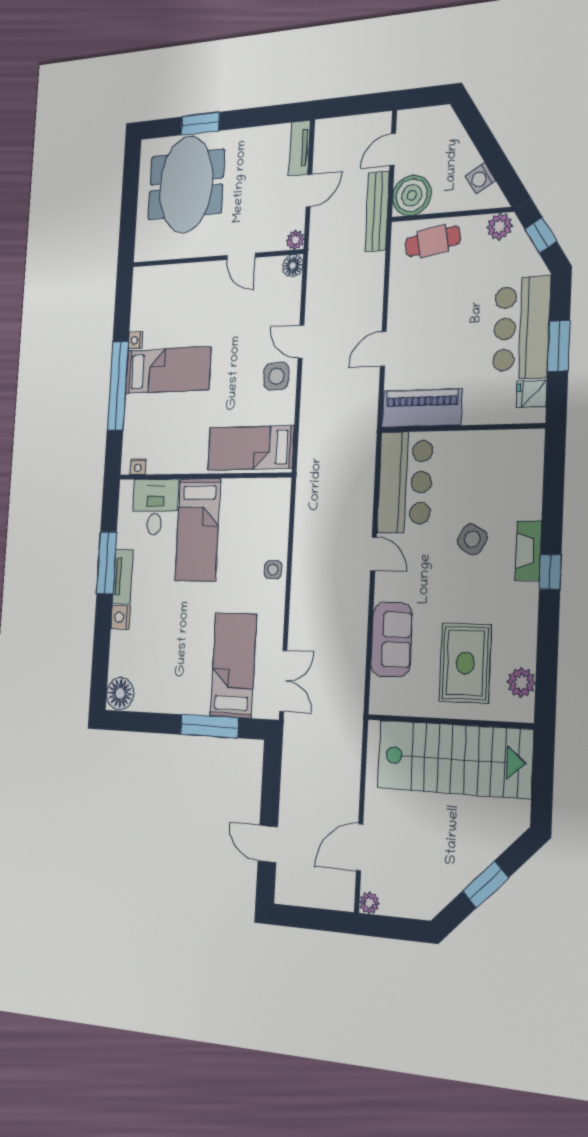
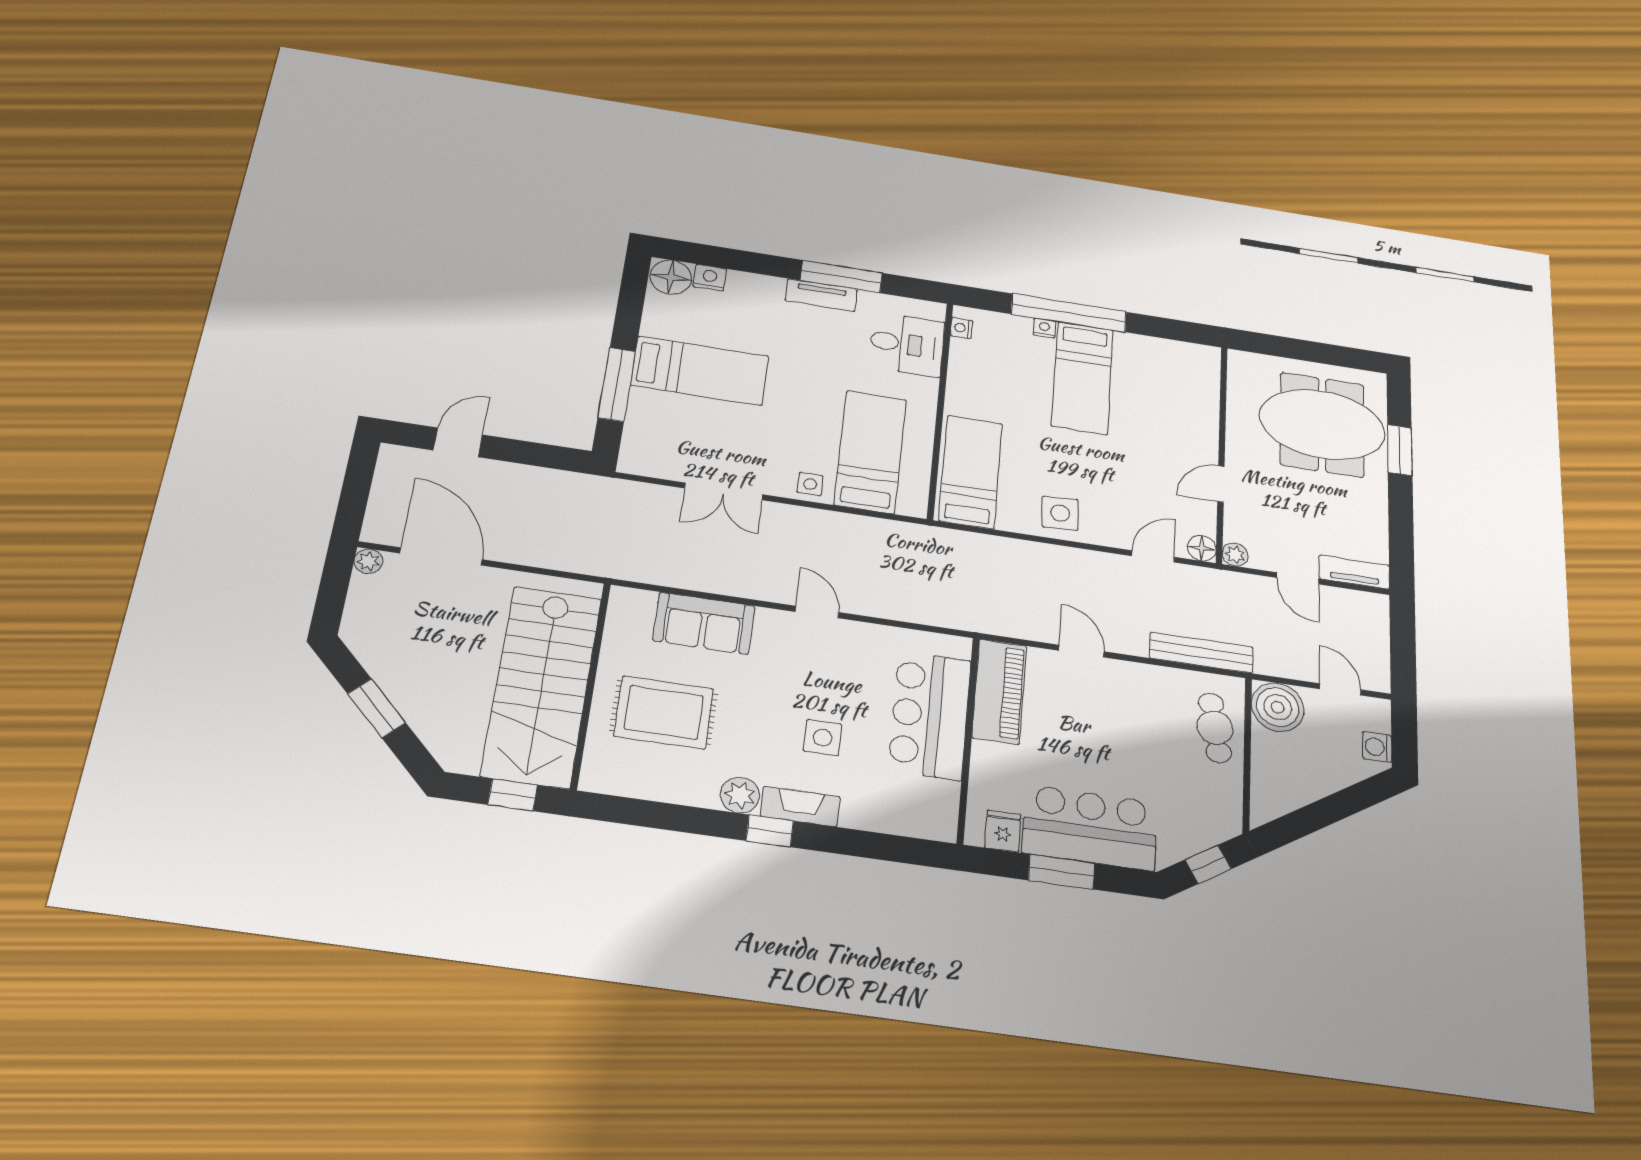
washing machine: (481, 178) -> (1377, 747), moved, turned -58
bench: (377, 211) -> (1201, 653), moved
plant: (500, 226) -> (1225, 813), removed
nightstand: (135, 340) -> (1044, 328), moved
door: (301, 342) -> (1153, 556), moved
bar counter: (405, 482) -> (930, 715), moved, turned 90
bed: (198, 530) -> (870, 452), moved, turned 90
side table: (472, 539) -> (823, 738), turned -31
door: (374, 554) -> (817, 612), swing flipped
nightstand: (120, 617) -> (710, 278), moved
bed: (233, 665) -> (700, 371), moved
double door: (283, 681) -> (724, 491), moved
plant: (521, 682) -> (740, 795), moved
window: (543, 772) -> (513, 795), added
door: (360, 847) -> (441, 556), width x1.36

